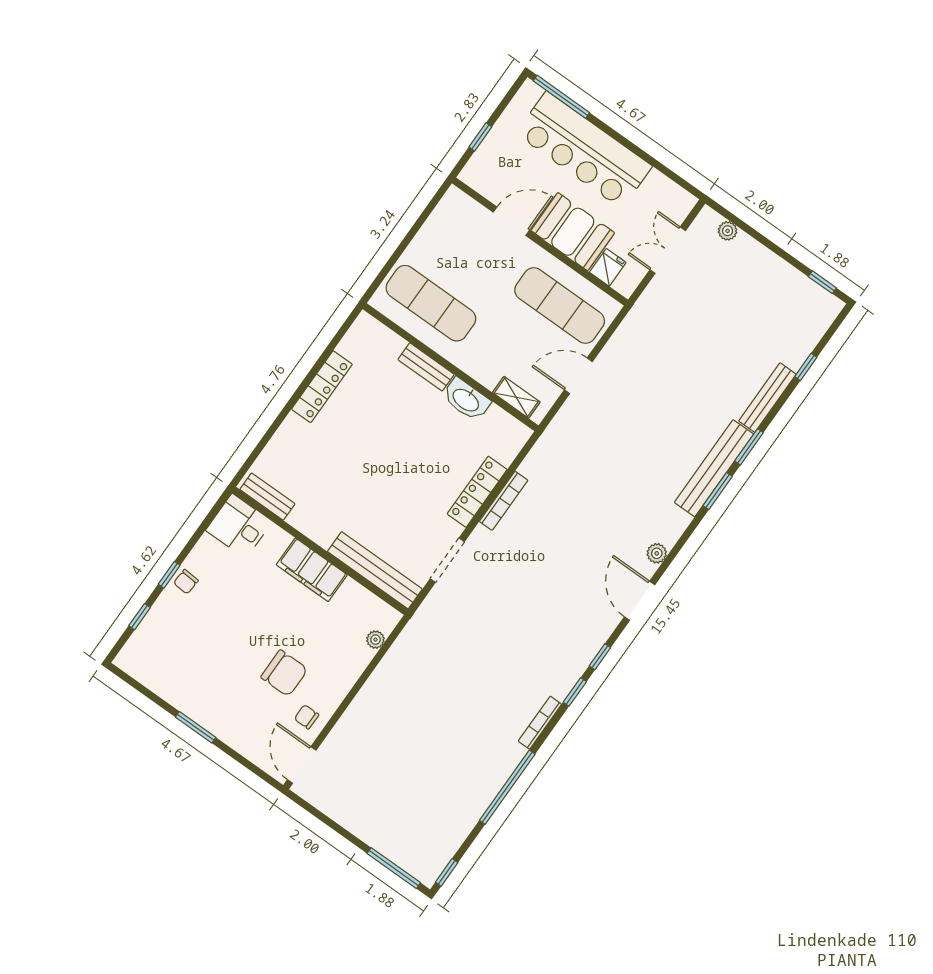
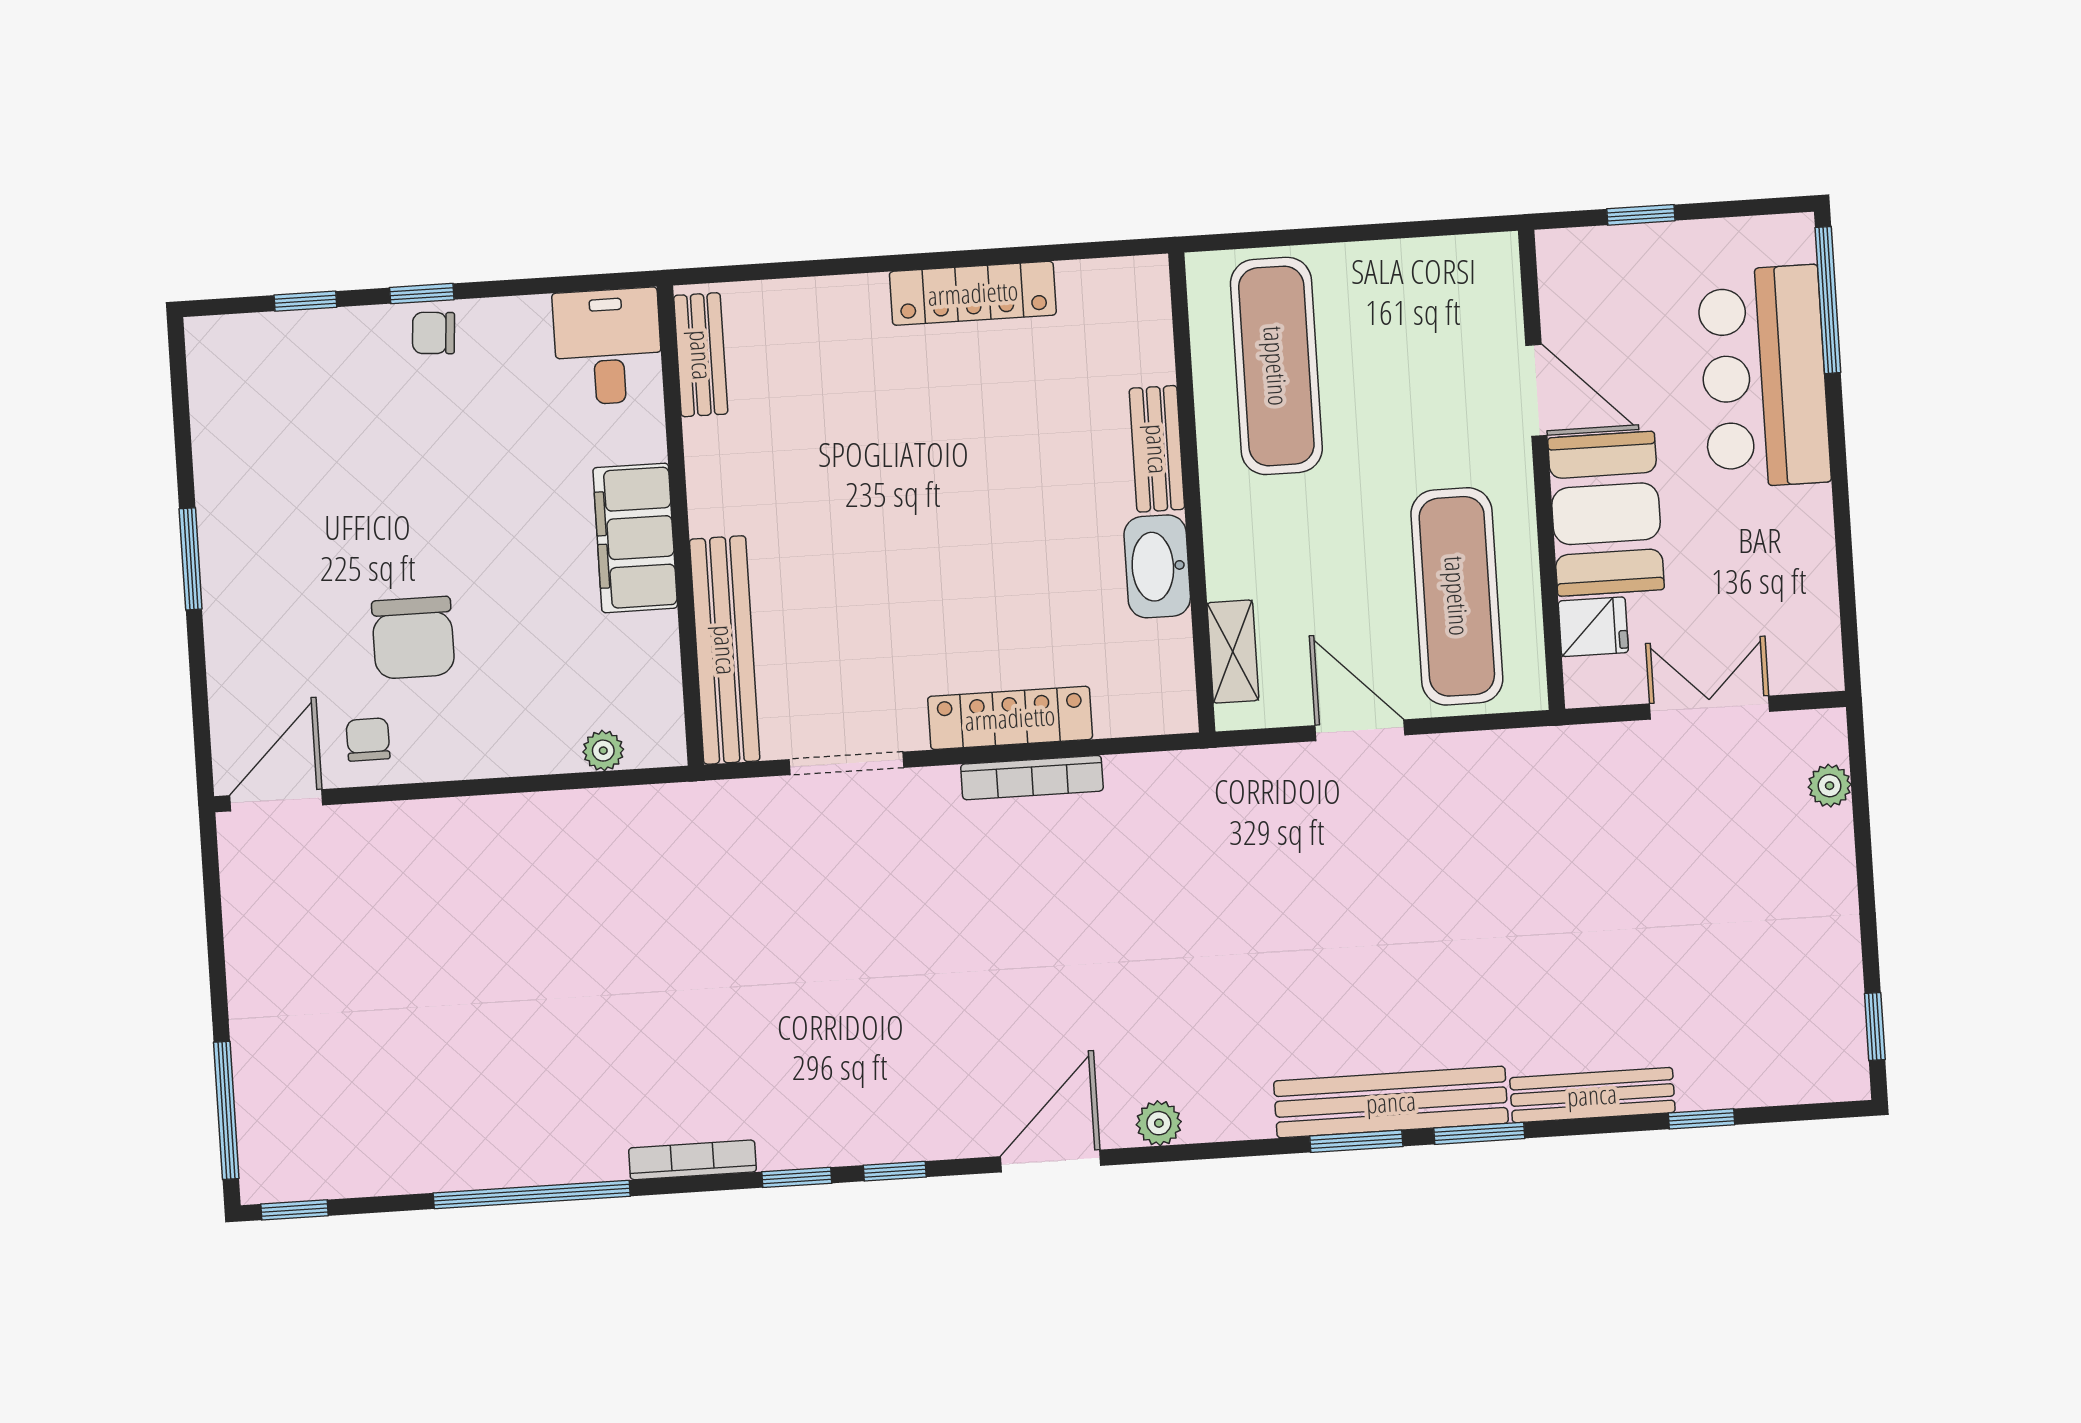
bar counter: (584, 150) -> (1764, 377), width x0.73

